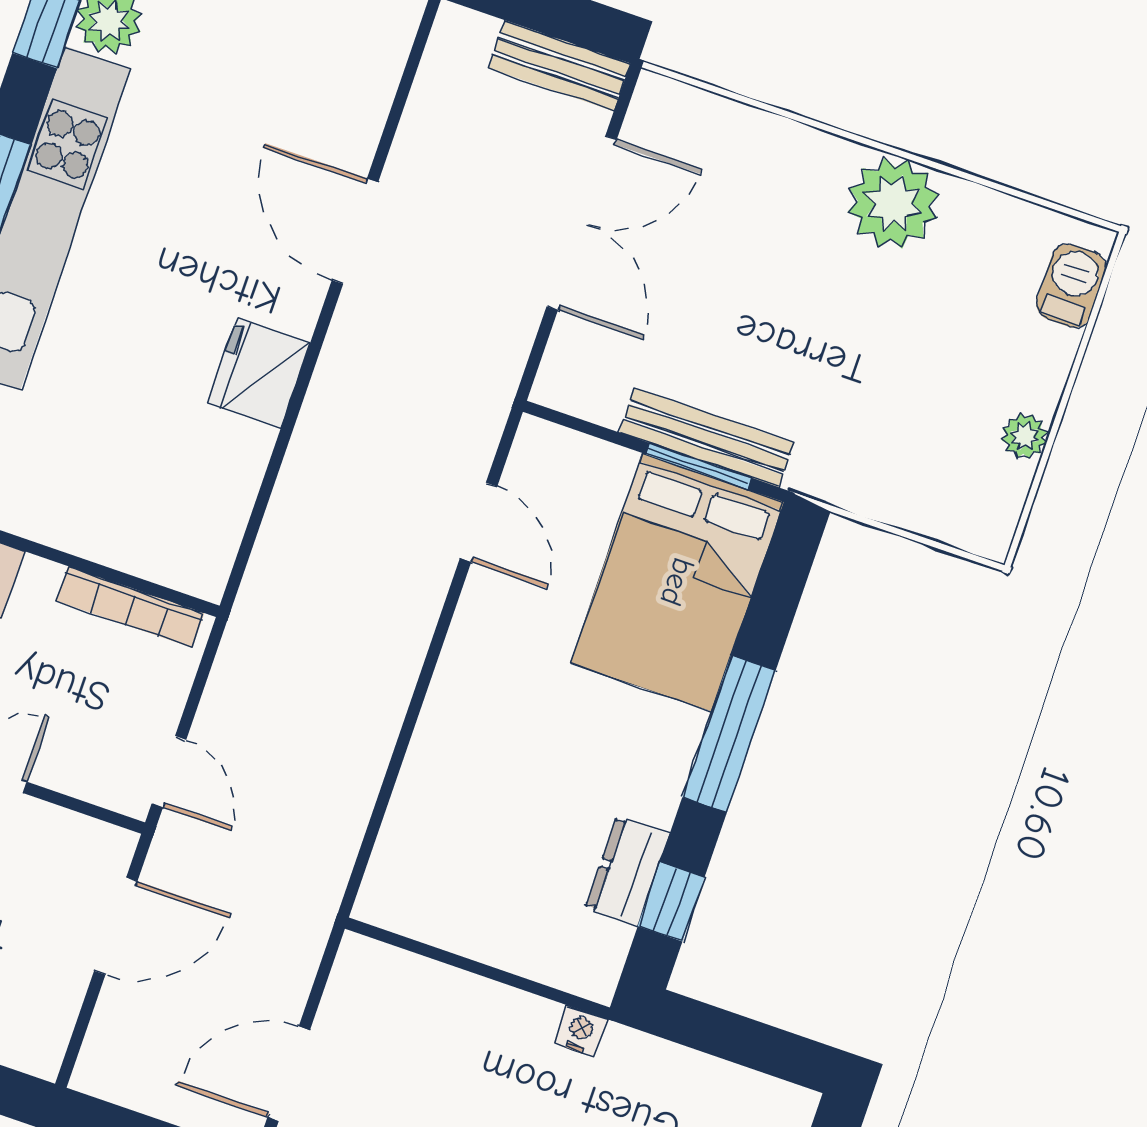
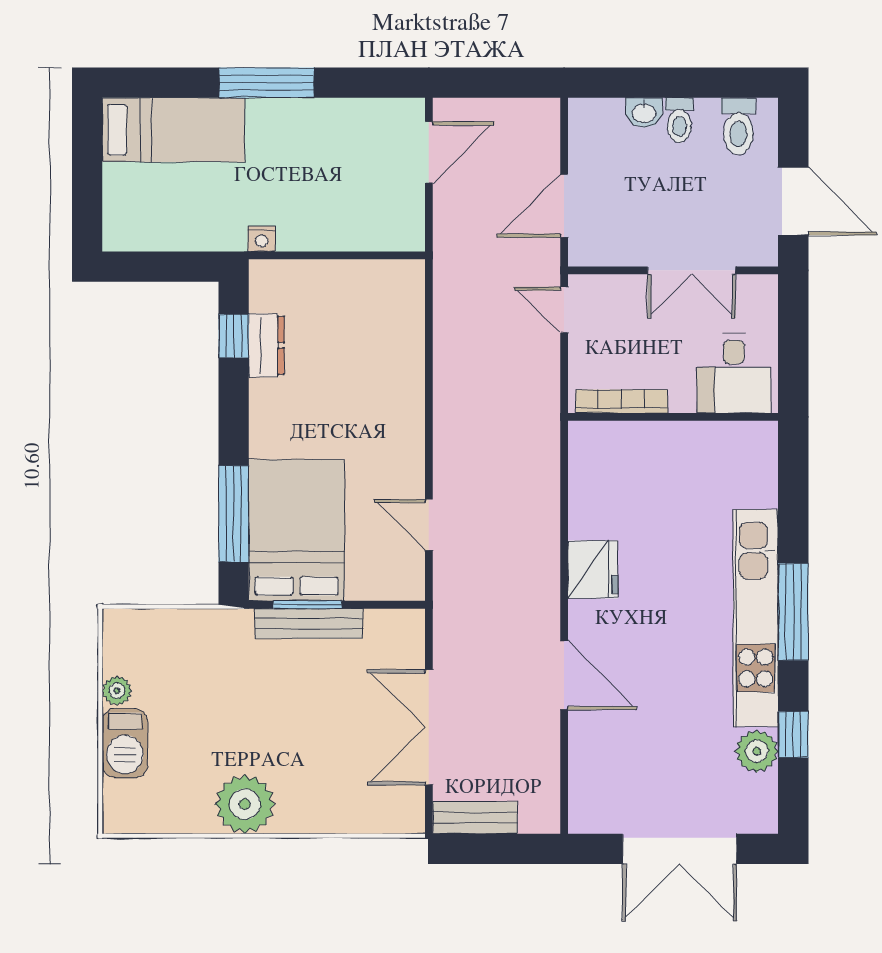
barbecue: (1071, 286) -> (125, 743), moved, width x1.38, depth x1.27
window: (729, 734) -> (234, 514), moved

